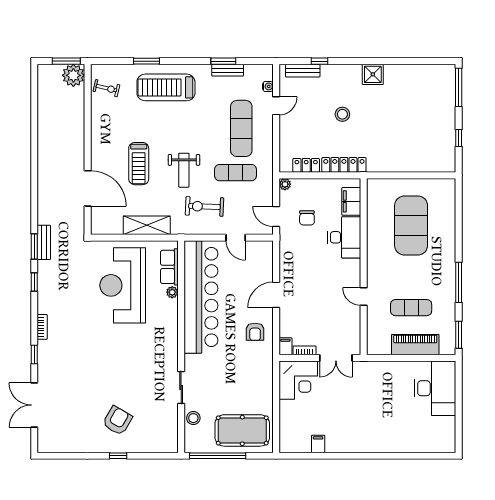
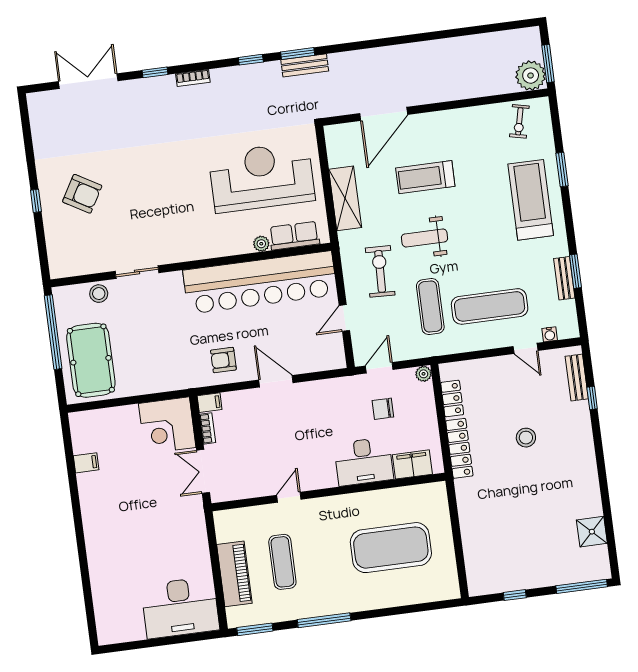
shower: (373, 74) -> (592, 532), moved

